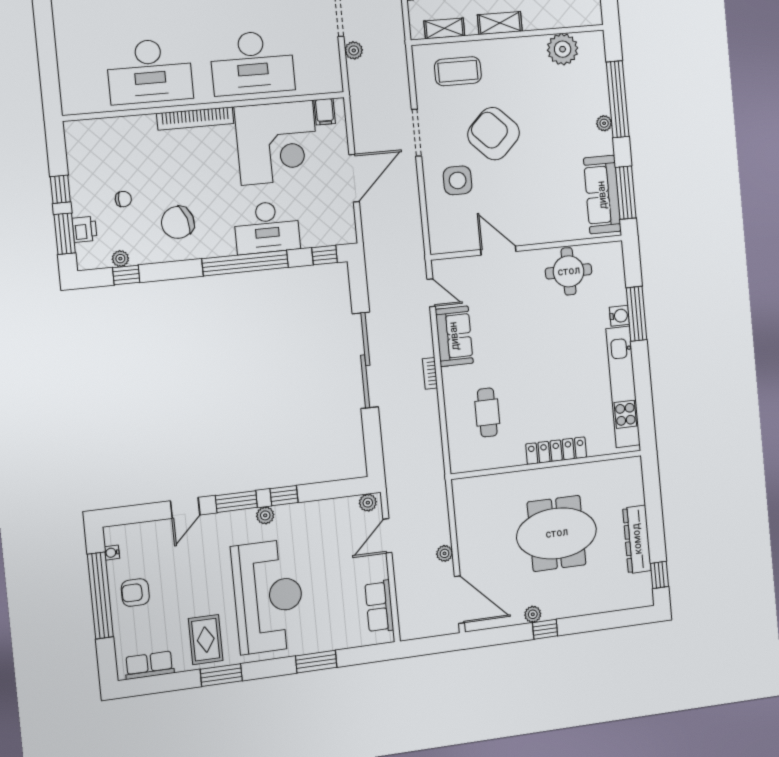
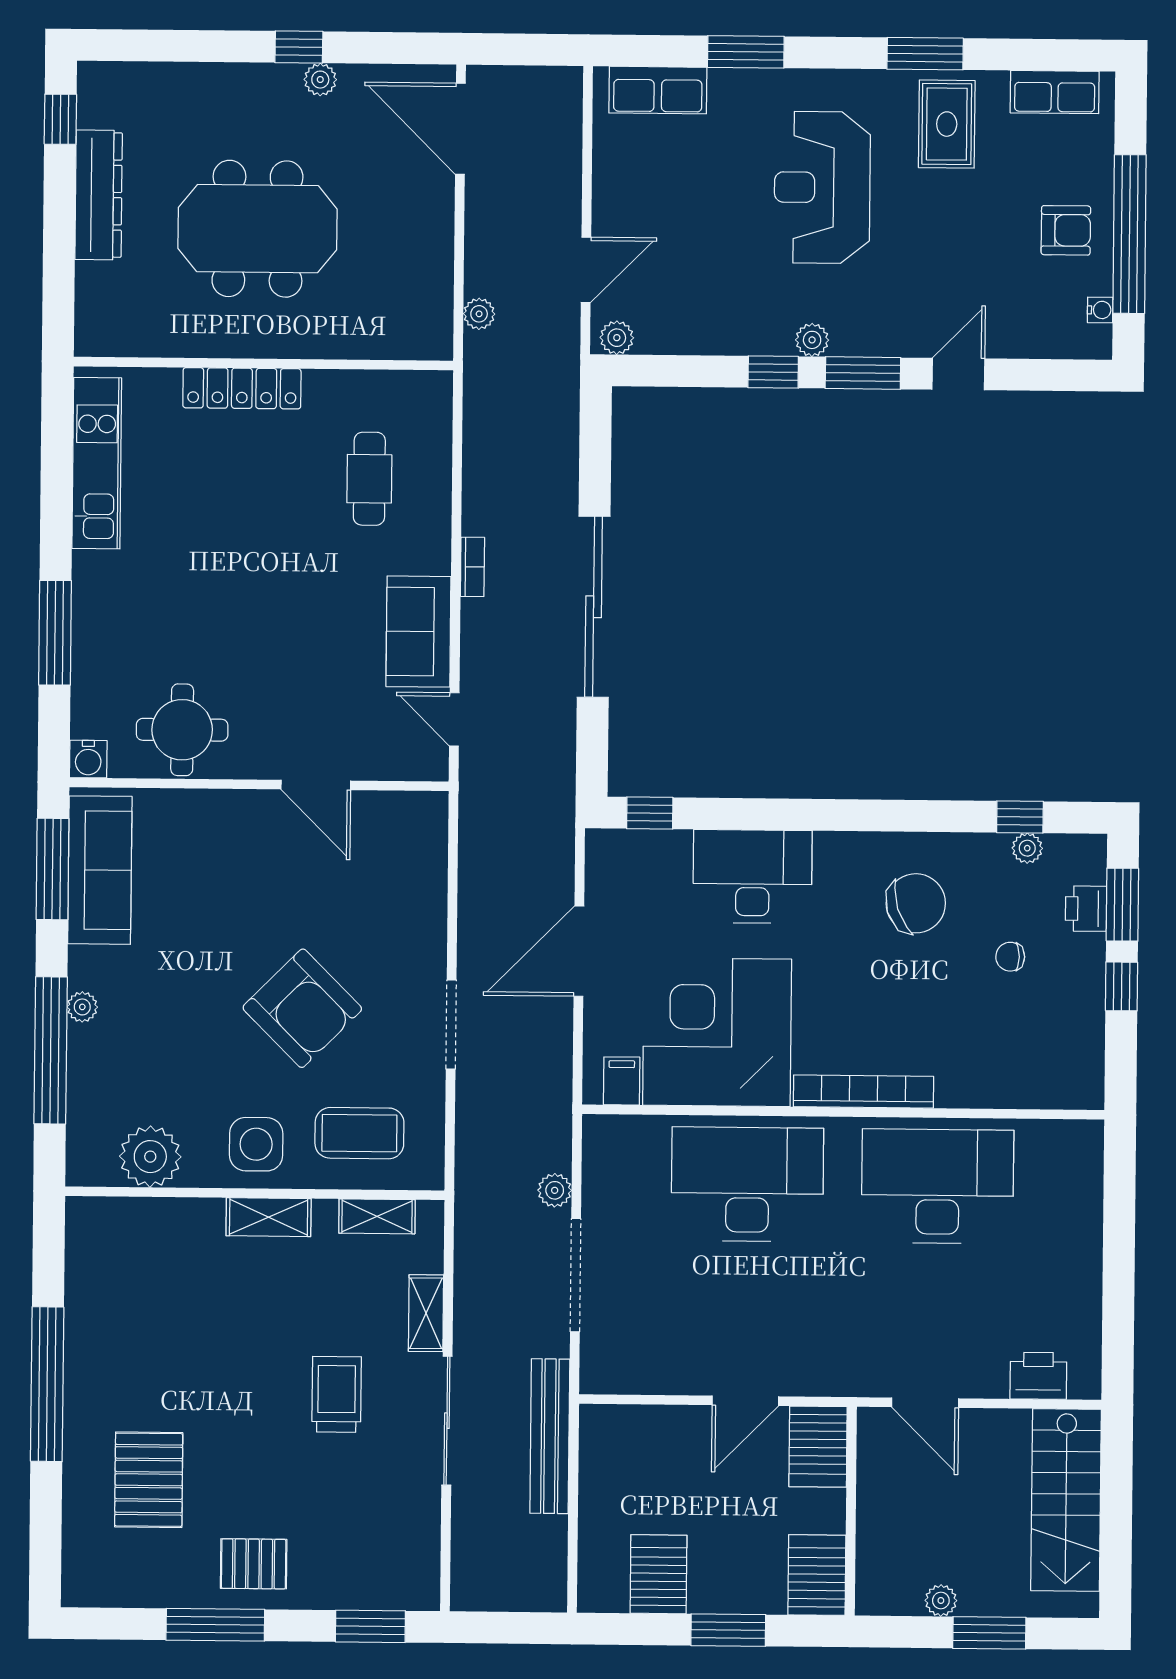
side table: (458, 180) -> (256, 1144), moved
window: (245, 263) -> (800, 815), removed
water cooler: (619, 316) -> (88, 759), moved, turned -90
kitchen unit: (623, 387) -> (97, 463), width x0.73
plant: (445, 553) -> (479, 314), moved
reception desk: (268, 596) -> (822, 187), width x0.74, depth x0.77
row of seats: (379, 606) -> (658, 90), moved, turned 90

